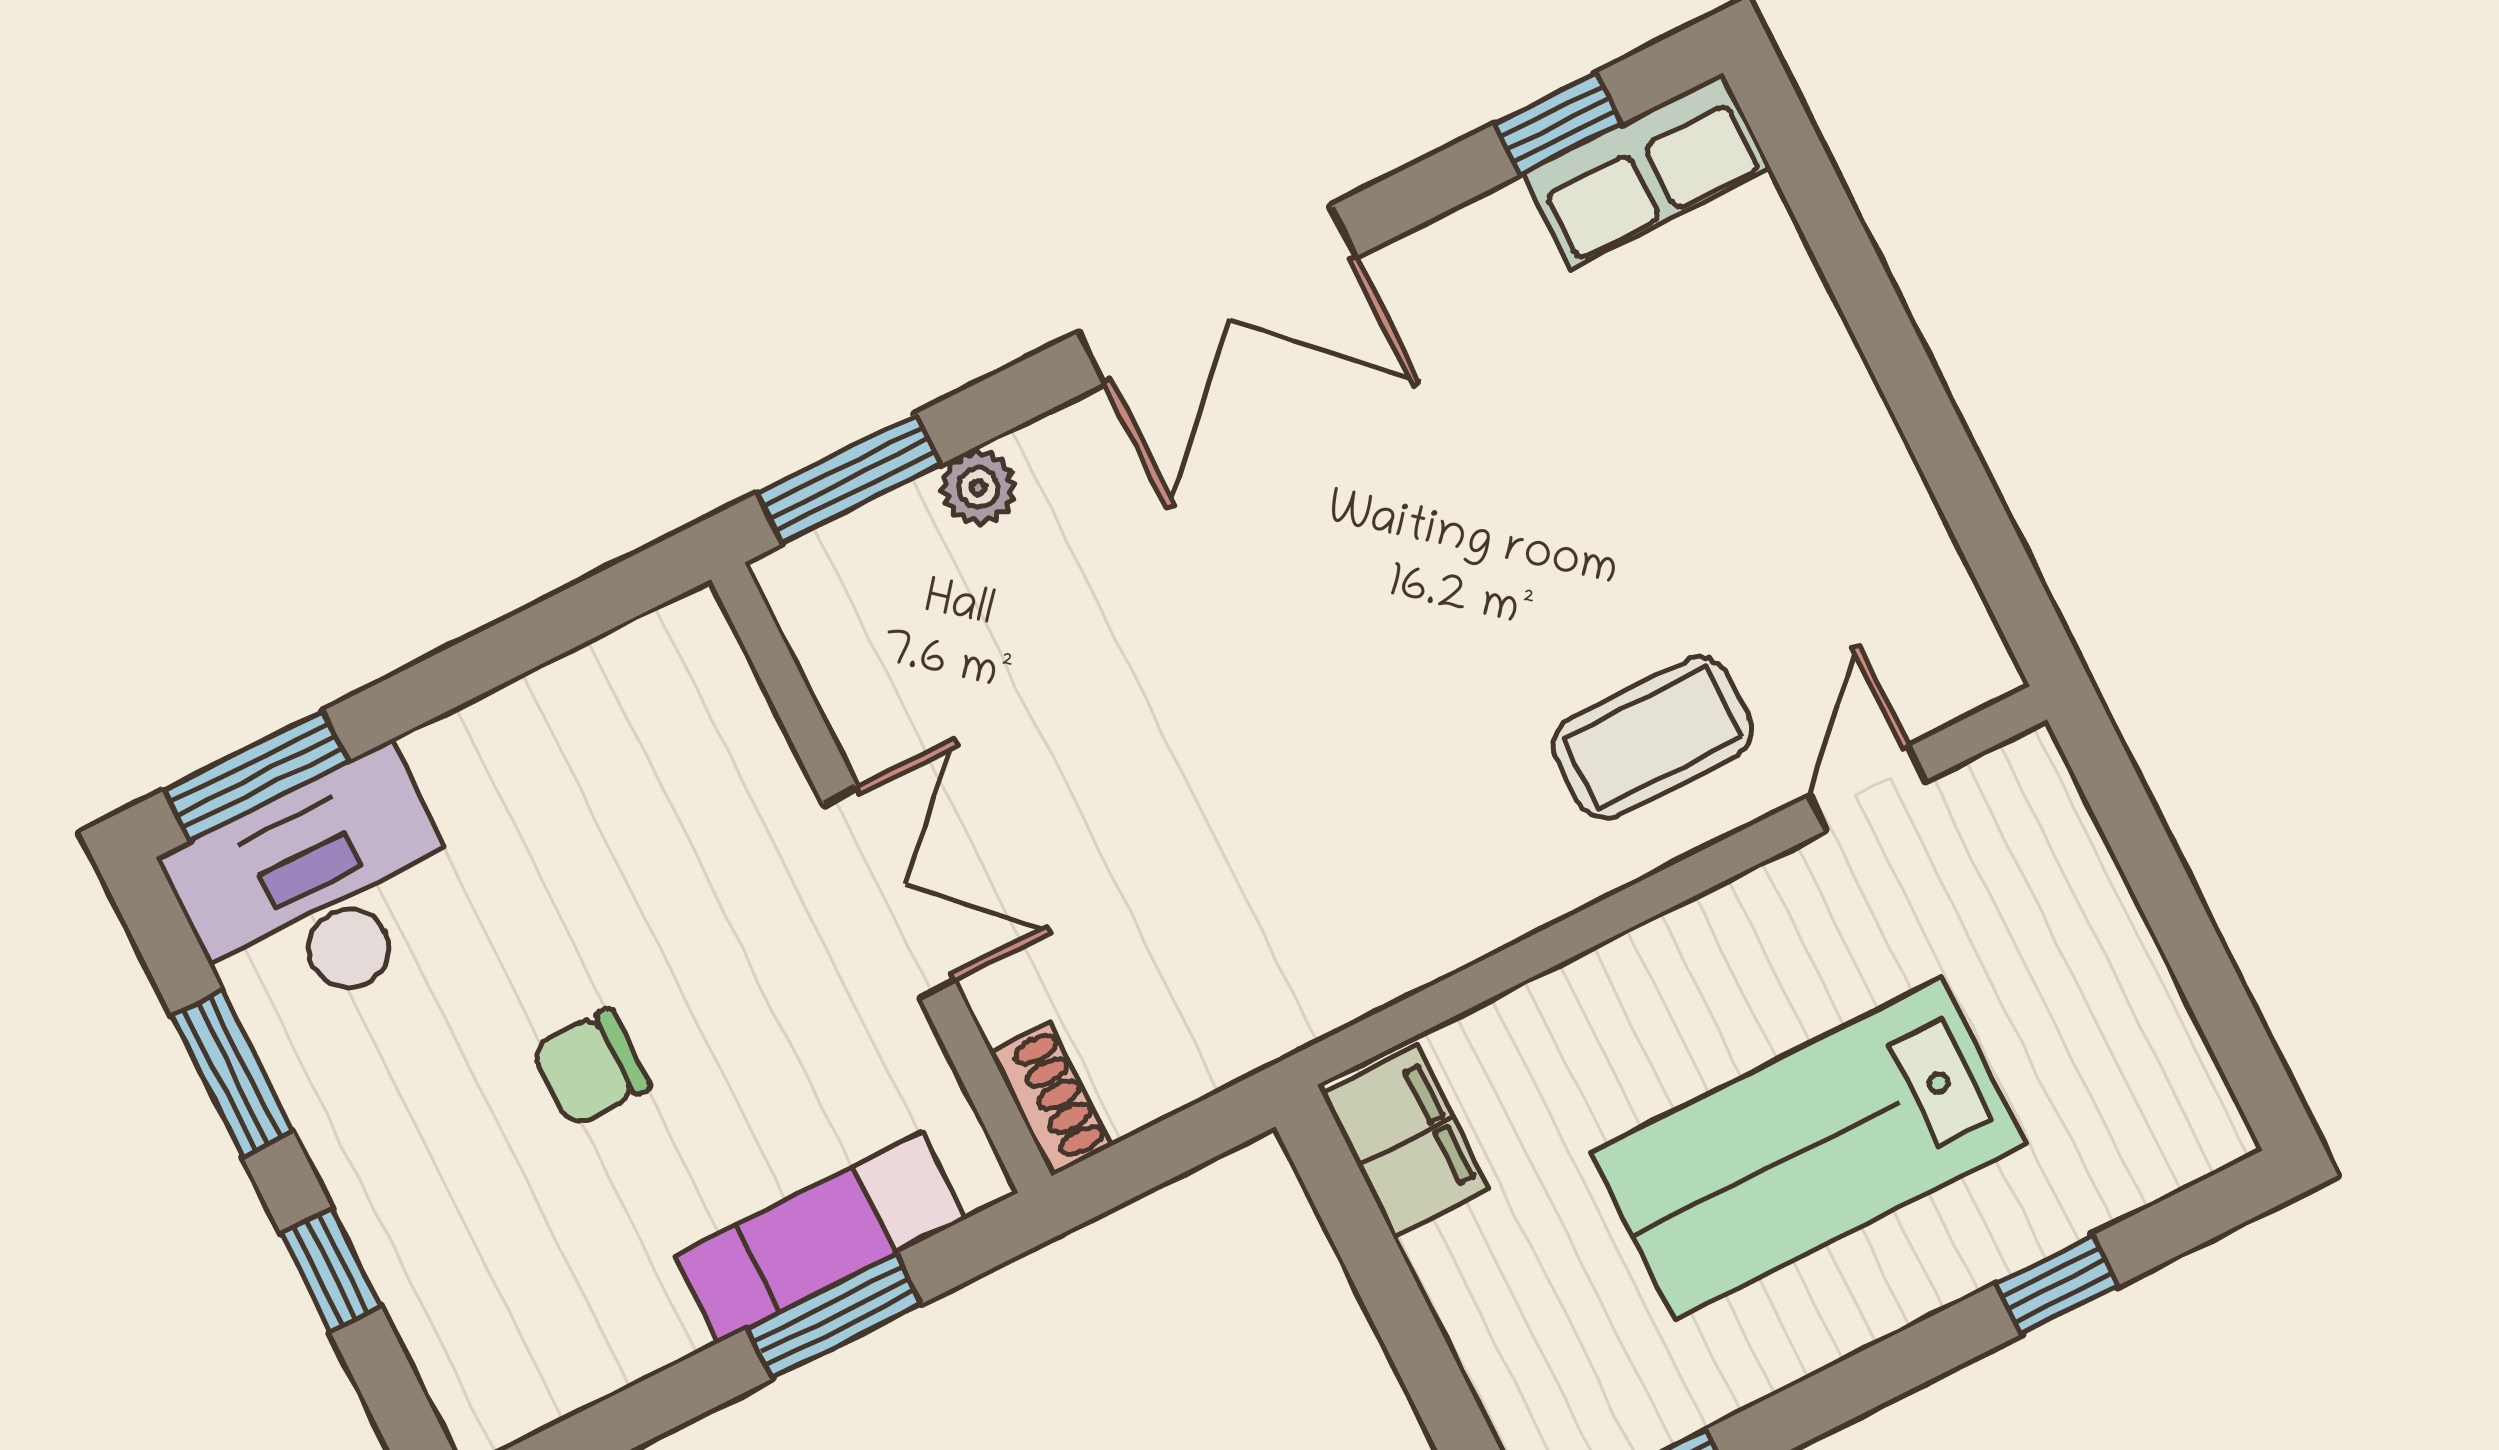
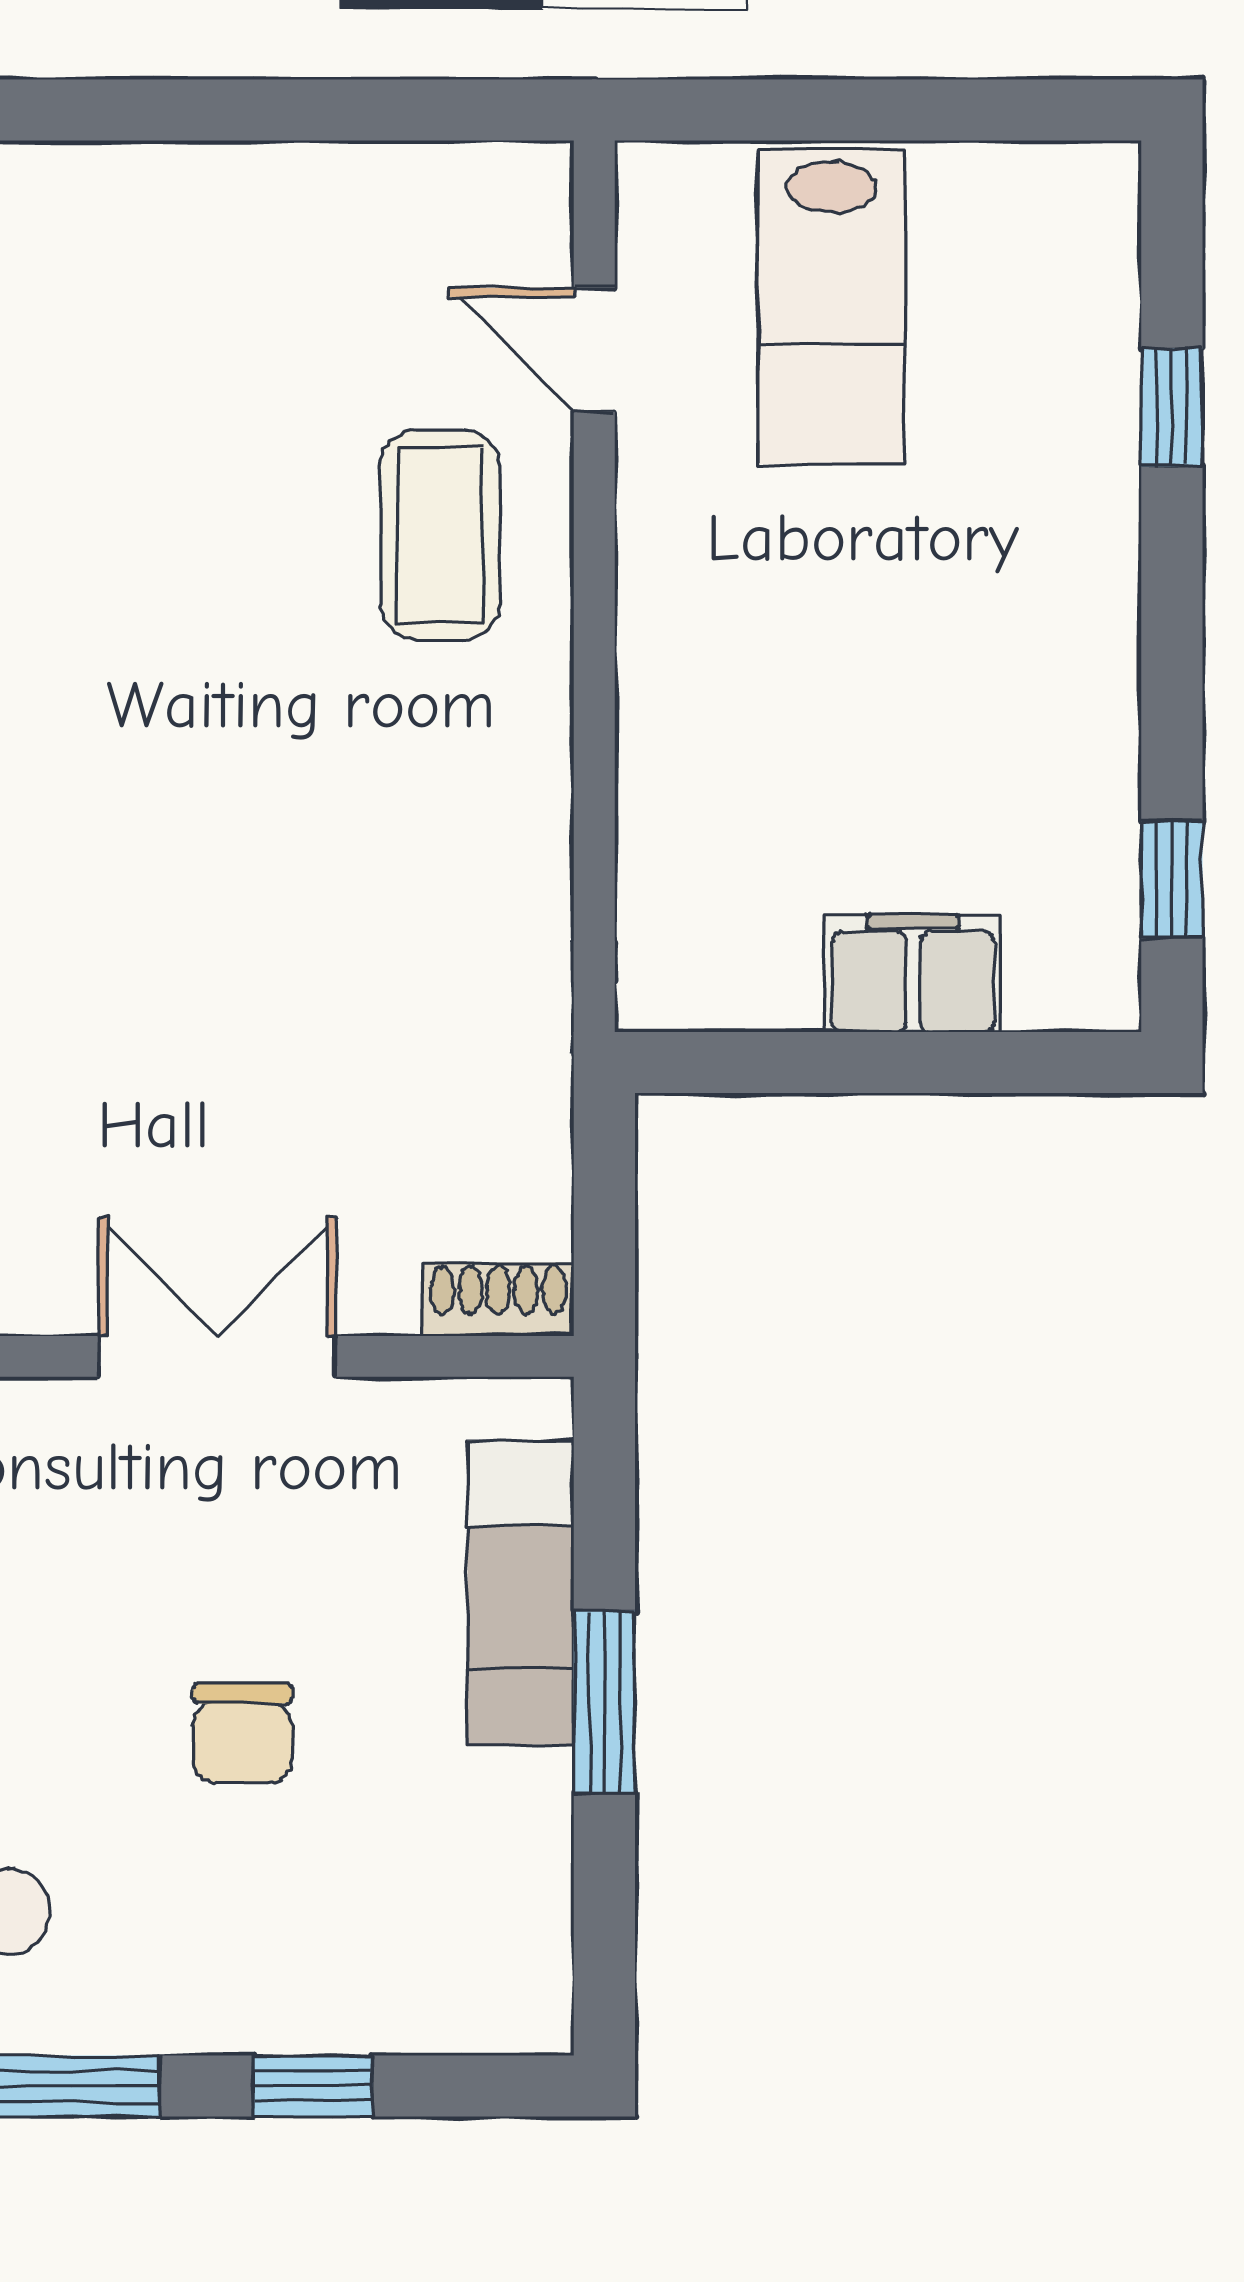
filing cabinet: (1405, 1141) -> (913, 973), moved
lab bench: (1808, 1148) -> (832, 307), moved, width x0.73, depth x0.72
window: (834, 1316) -> (604, 1702), moved

